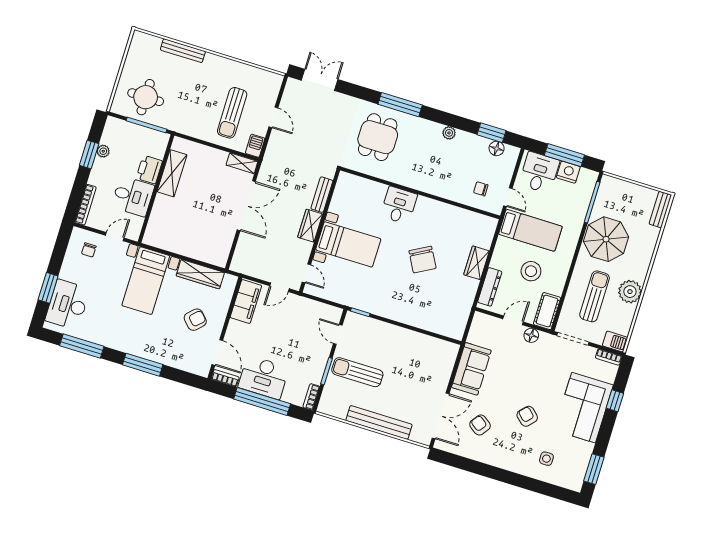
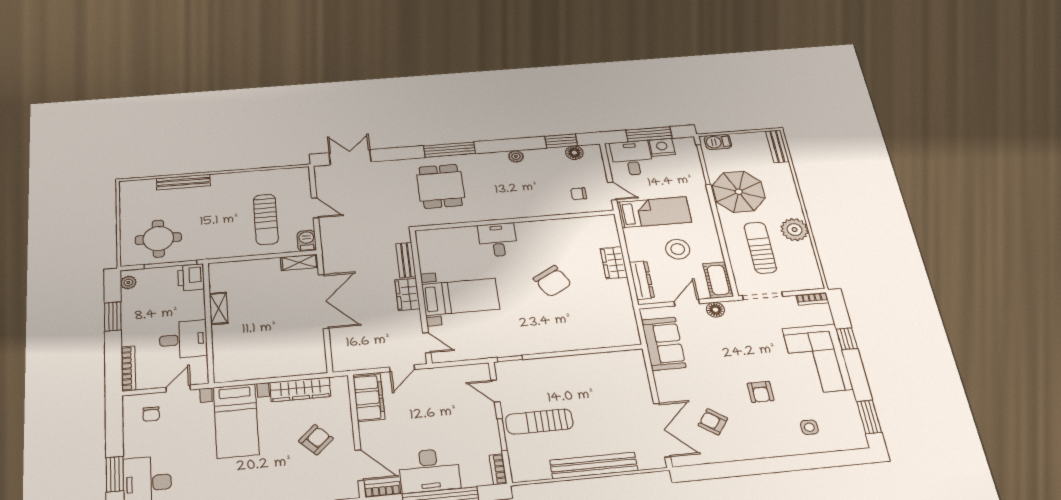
plant: (103, 151) -> (128, 283), moved
printer: (149, 170) -> (191, 277), moved
shelving: (172, 173) -> (219, 308), width x0.67, depth x0.75
barbecue: (615, 342) -> (718, 142), moved, turned 180
sofa: (471, 369) -> (664, 344), moved
armchair: (527, 416) -> (761, 392), turned -133

